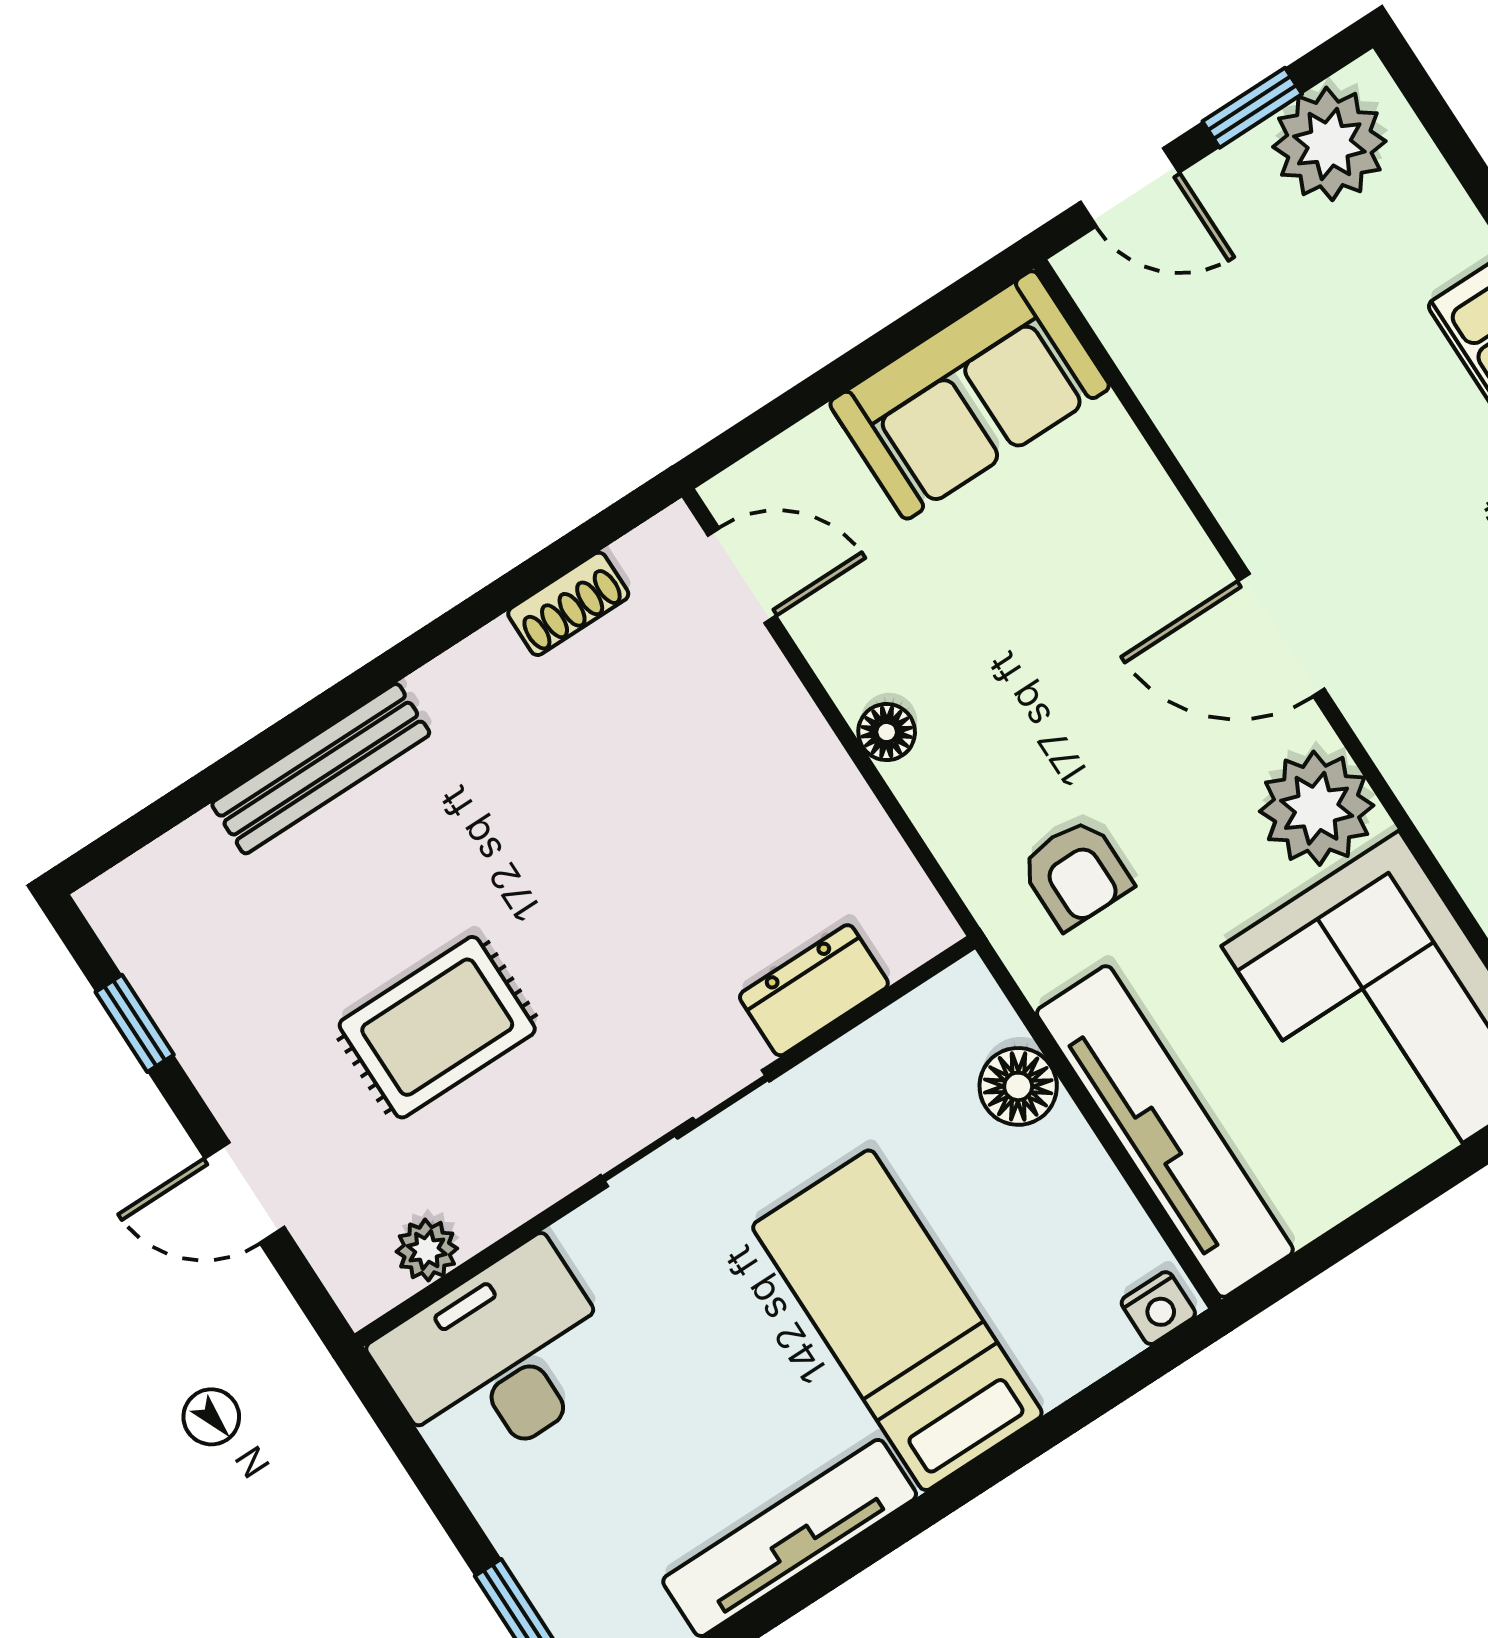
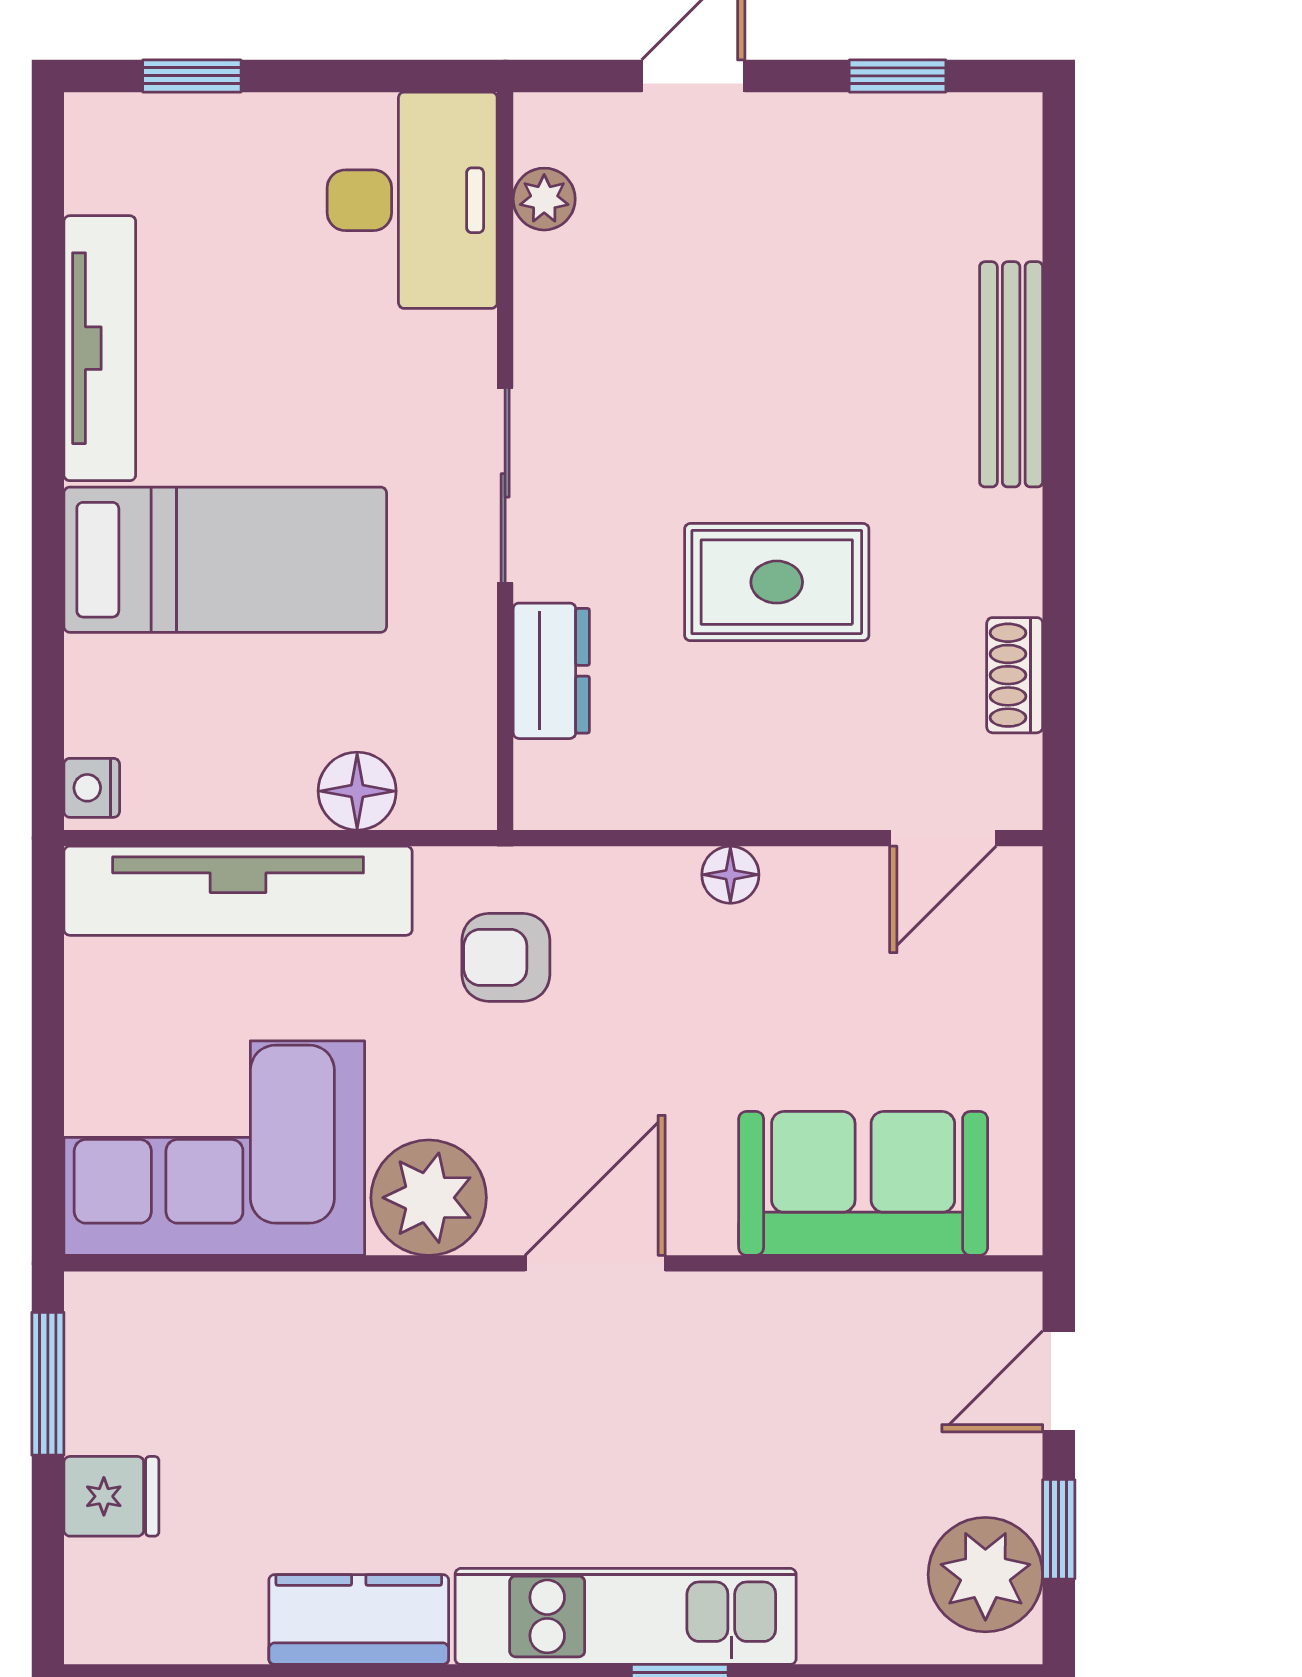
sofa: (970, 395) -> (863, 1183), moved, turned 90
rug: (437, 1027) -> (777, 582), moved, turned 90

